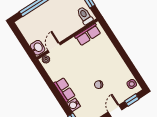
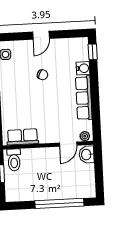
row of seats: (65, 90) -> (84, 98), width x1.48
window: (132, 100) -> (16, 37), removed

